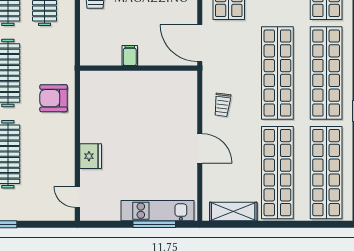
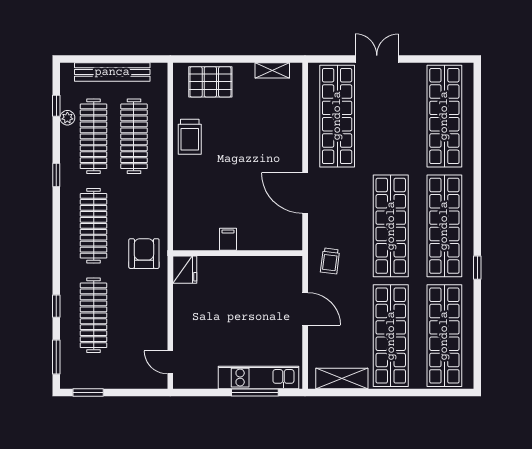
filing cabinet: (130, 55) -> (228, 239), moved
wall: (139, 68) -> (238, 253), moved
armchair: (54, 98) -> (144, 254), turned 90
fridge: (91, 156) -> (185, 270), moved

